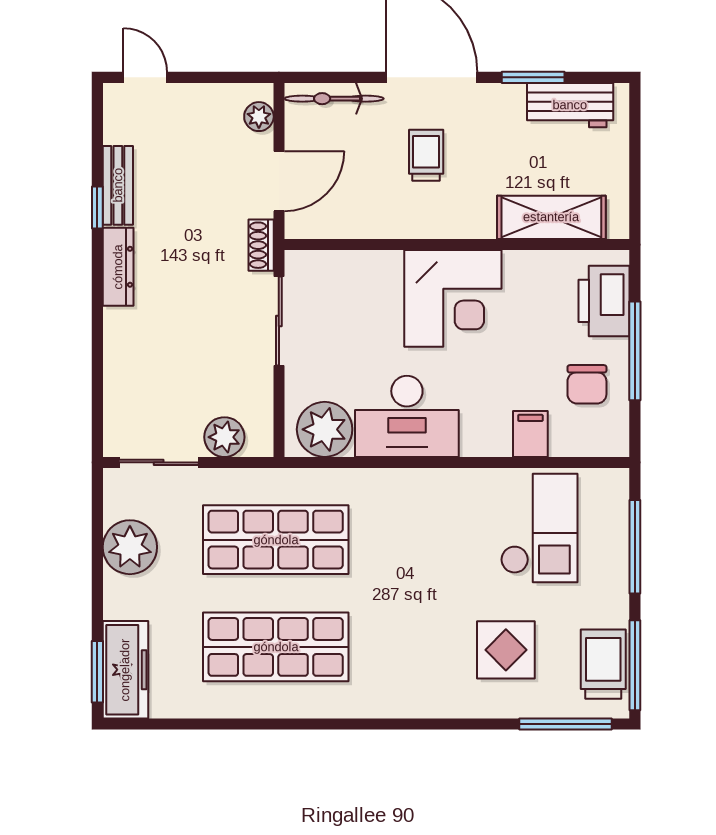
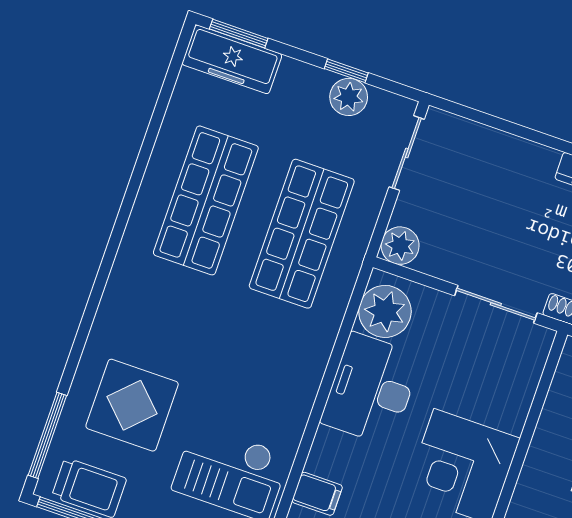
plant: (224, 437) -> (400, 246), moved
plant: (130, 547) -> (349, 97), width x0.73, depth x0.73
window: (97, 551) -> (346, 71), added
display table: (506, 650) -> (132, 405), width x1.36, depth x1.36

